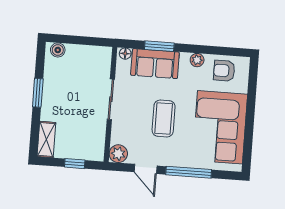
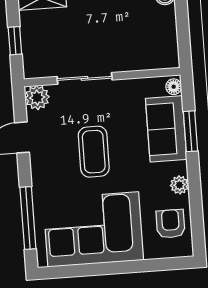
sliding door: (111, 99) -> (85, 78), moved
coffee table: (164, 119) -> (94, 152), turned 90
window: (189, 172) -> (28, 218), moved

